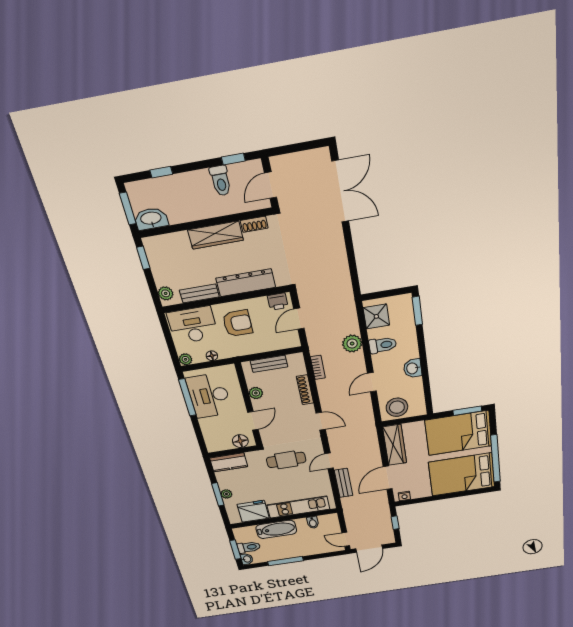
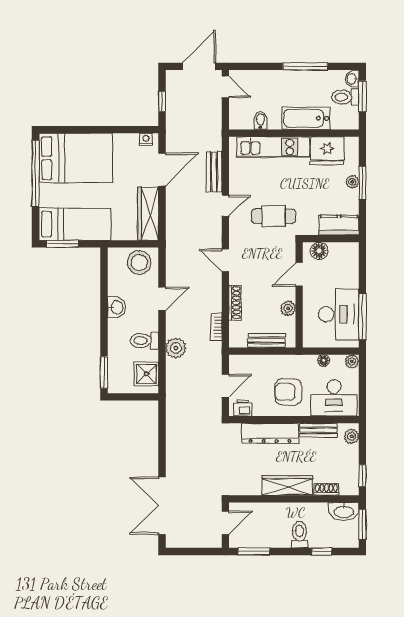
window: (233, 159) -> (254, 551), width x1.50
toilet: (221, 181) -> (300, 535), moved
shoe rack: (254, 224) -> (326, 489), moved
bed: (458, 433) -> (75, 224), width x0.67

